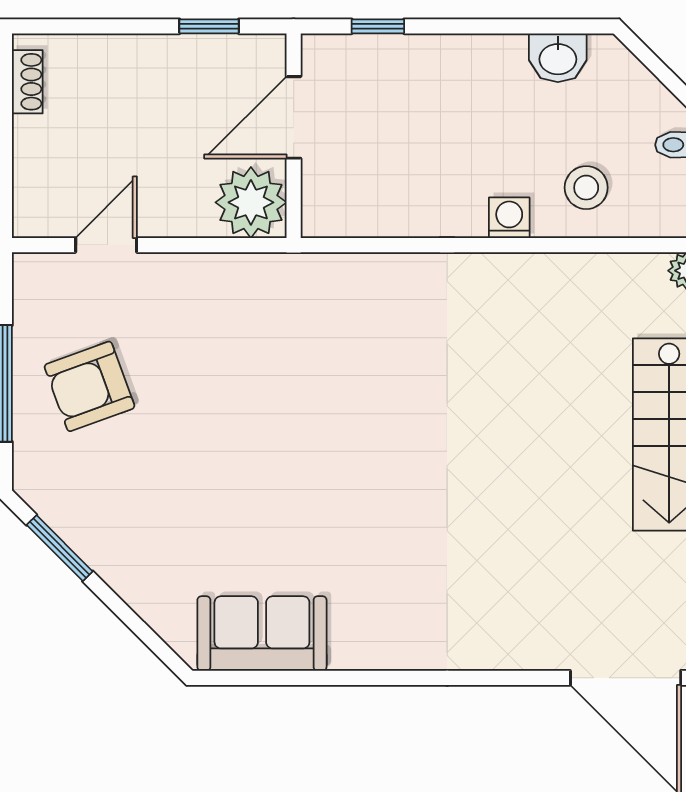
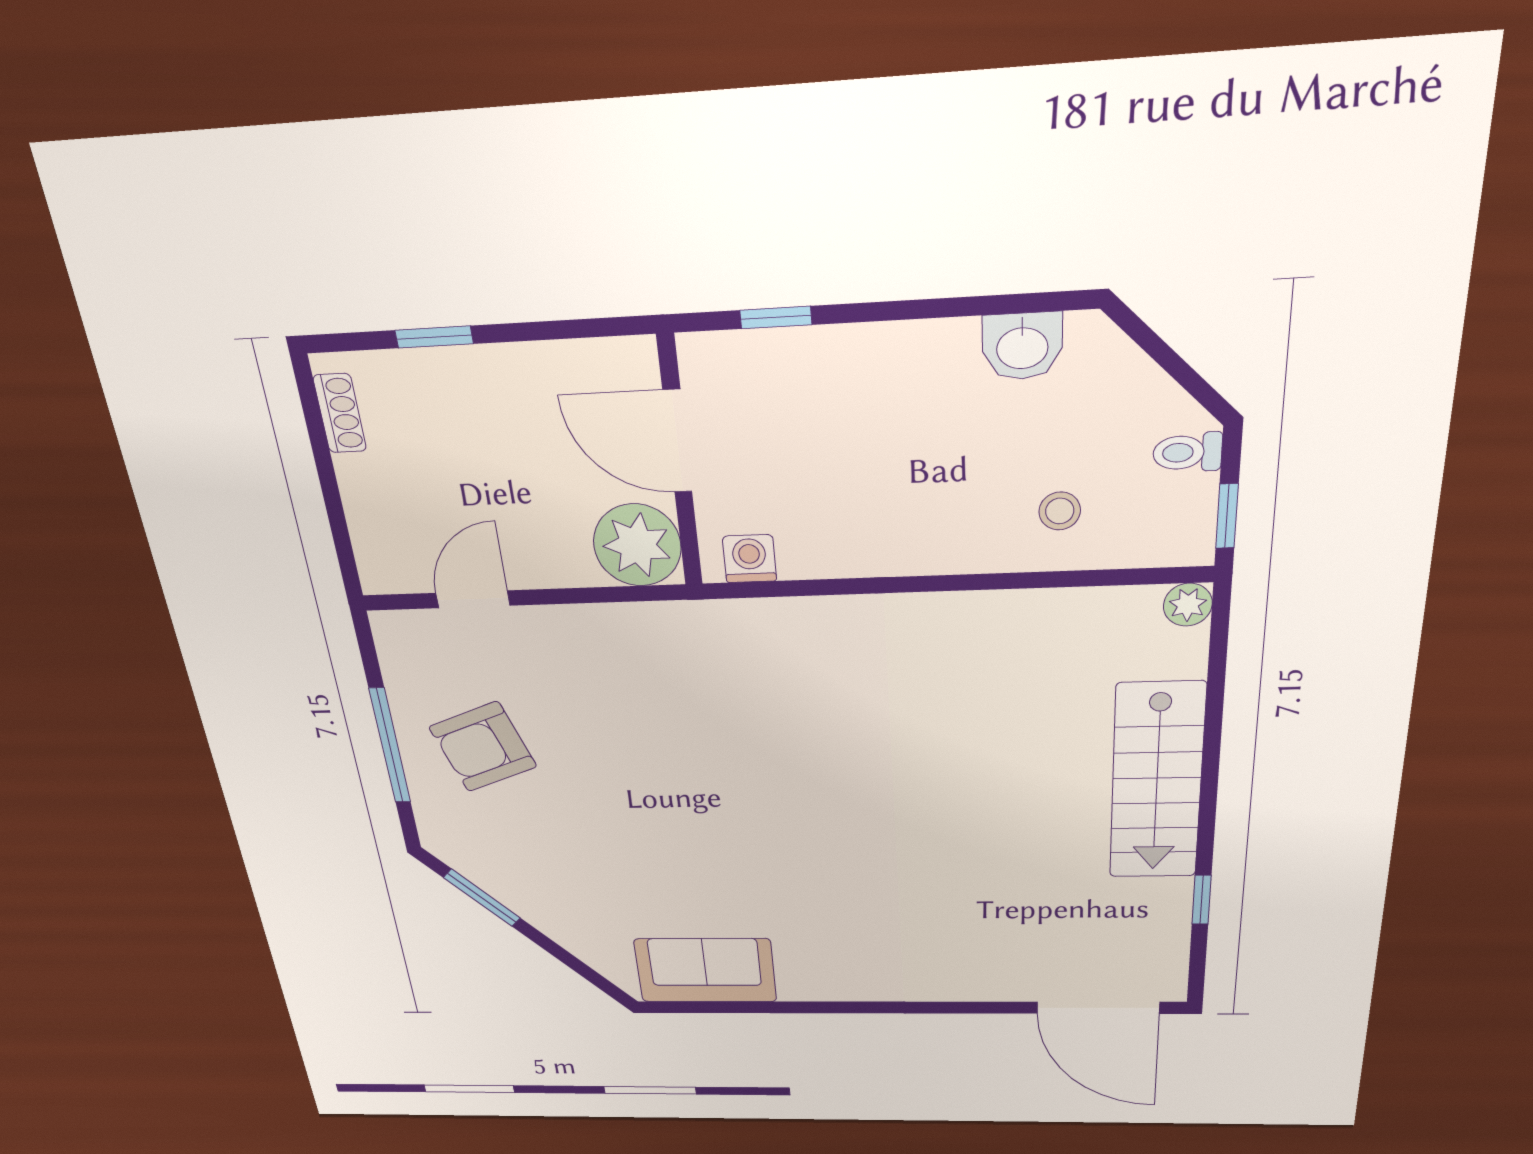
window: (209, 26) -> (434, 337), moved
door: (294, 117) -> (677, 441), hinge flipped
stool: (586, 188) -> (1060, 511), width x0.73, depth x0.73
washing machine: (509, 218) -> (749, 559), moved

